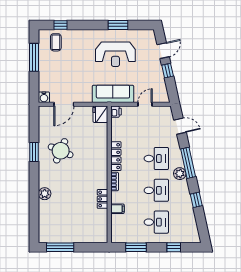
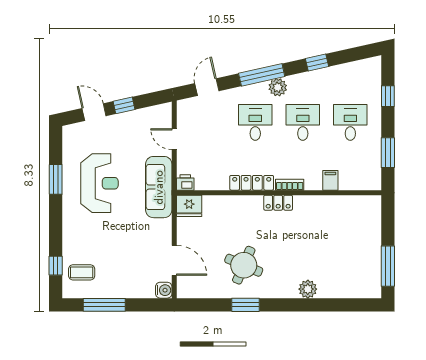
locker: (102, 199) -> (278, 203), moved

